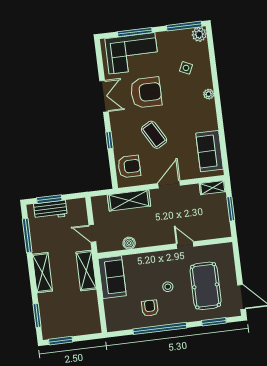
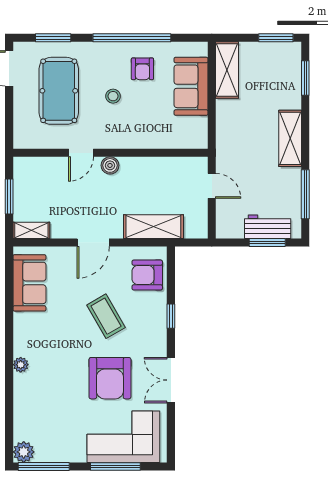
side table: (186, 68) -> (48, 406), removed
armchair: (146, 92) -> (110, 378), turned -90
boiler: (129, 243) -> (110, 165), moved
door: (185, 245) -> (81, 153), hinge flipped
shelving: (86, 271) -> (227, 70), moved
sofa: (112, 277) -> (191, 86), moved

